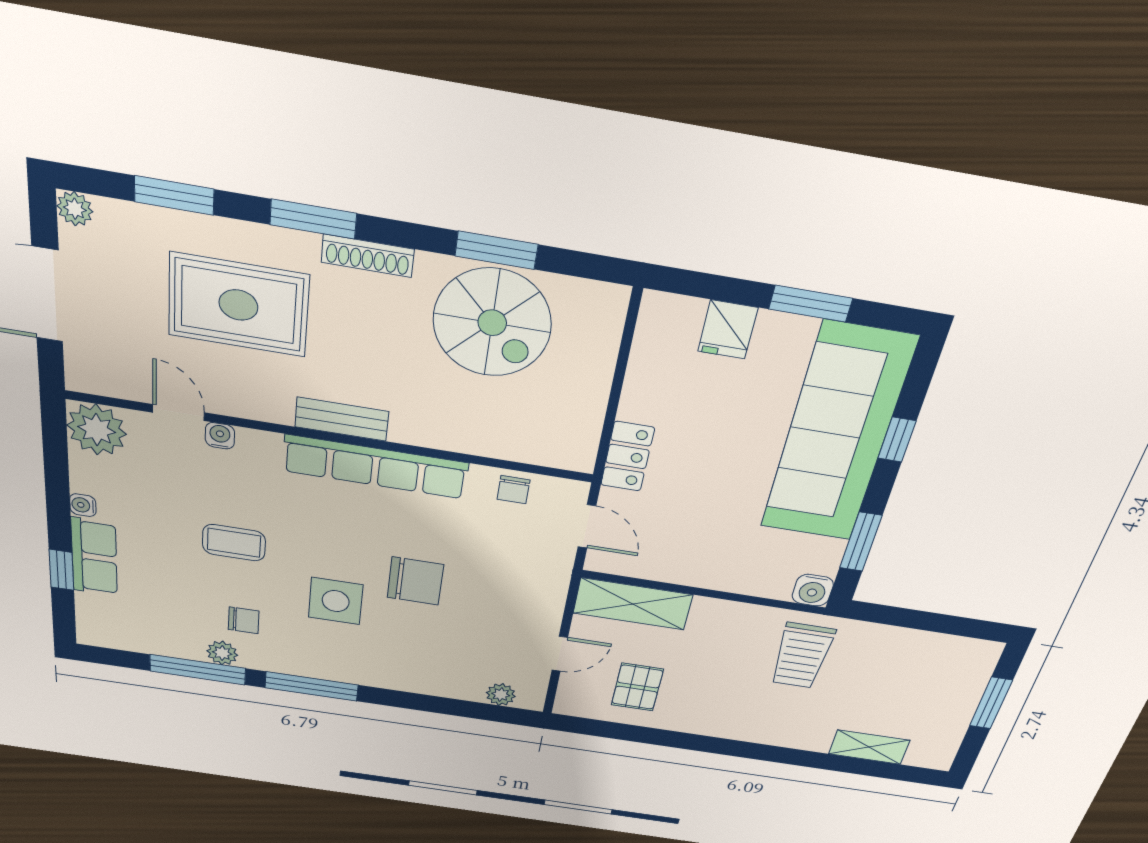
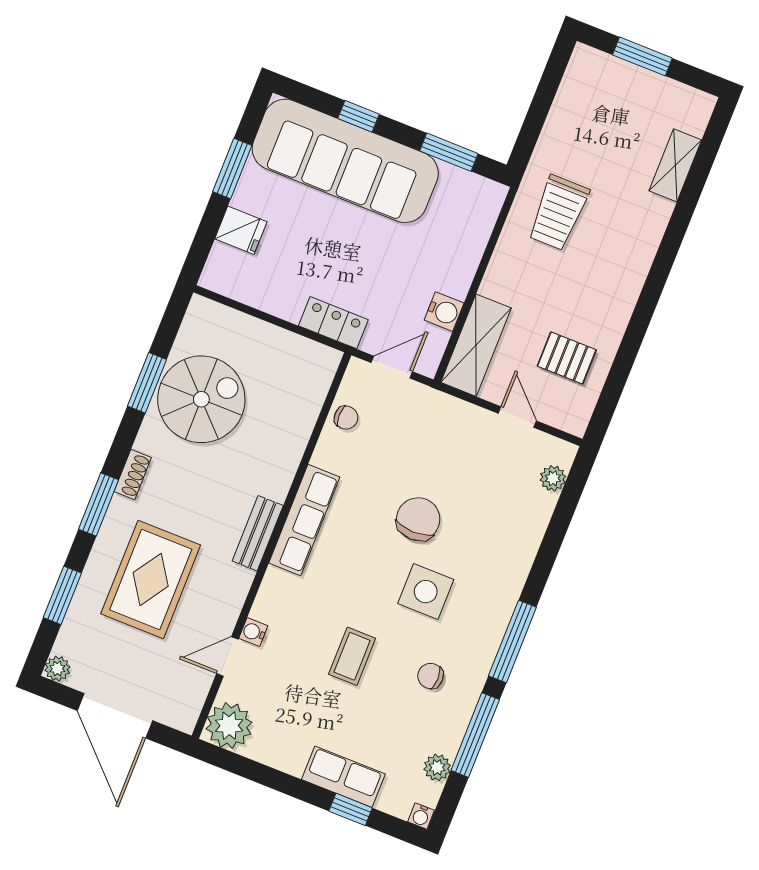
shoe rack: (368, 256) -> (133, 475), width x0.70
row of seats: (375, 467) -> (304, 520), width x0.73
water cooler: (83, 505) -> (421, 816), moved
water cooler: (813, 590) -> (444, 312), moved
chair: (244, 620) -> (431, 676), turned -90
plant: (222, 653) -> (437, 767), moved
trolley: (802, 656) -> (558, 213), turned 90

